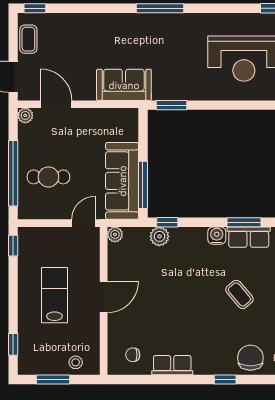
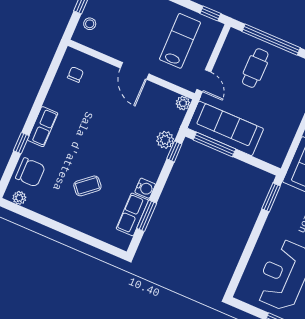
lab bench: (54, 295) -> (180, 41), moved, turned -90
row of seats: (172, 365) -> (43, 127), moved

